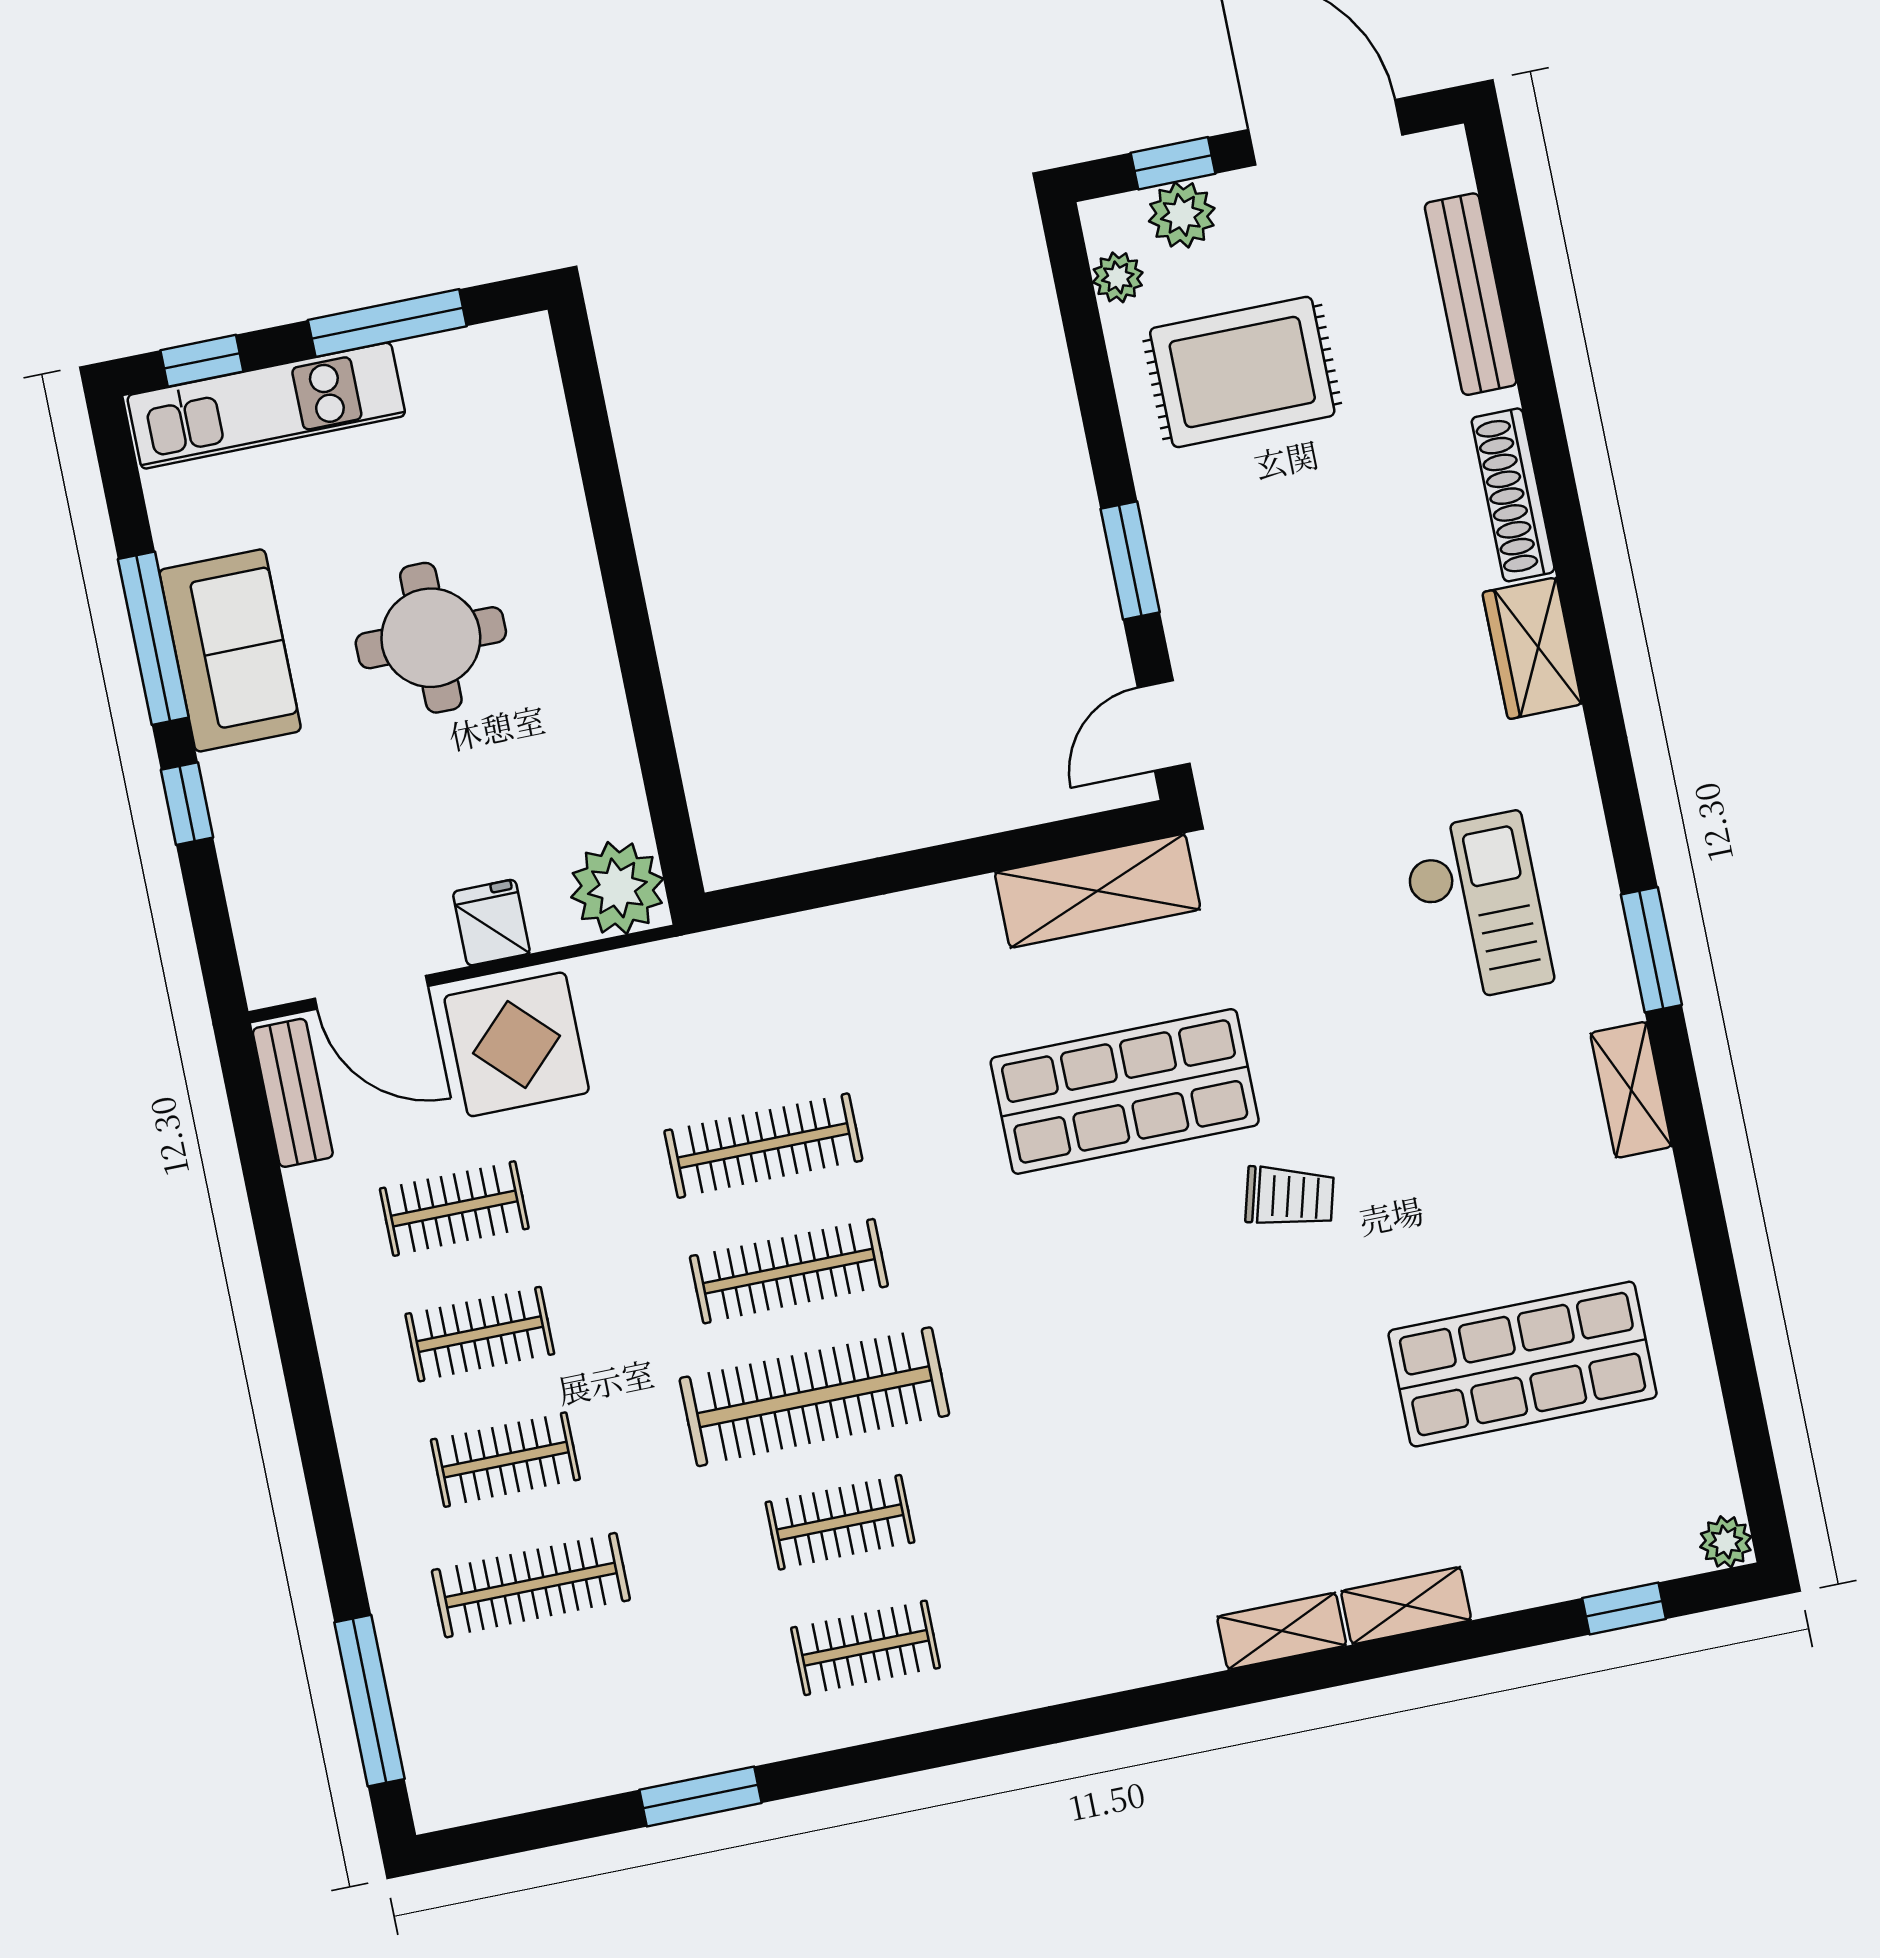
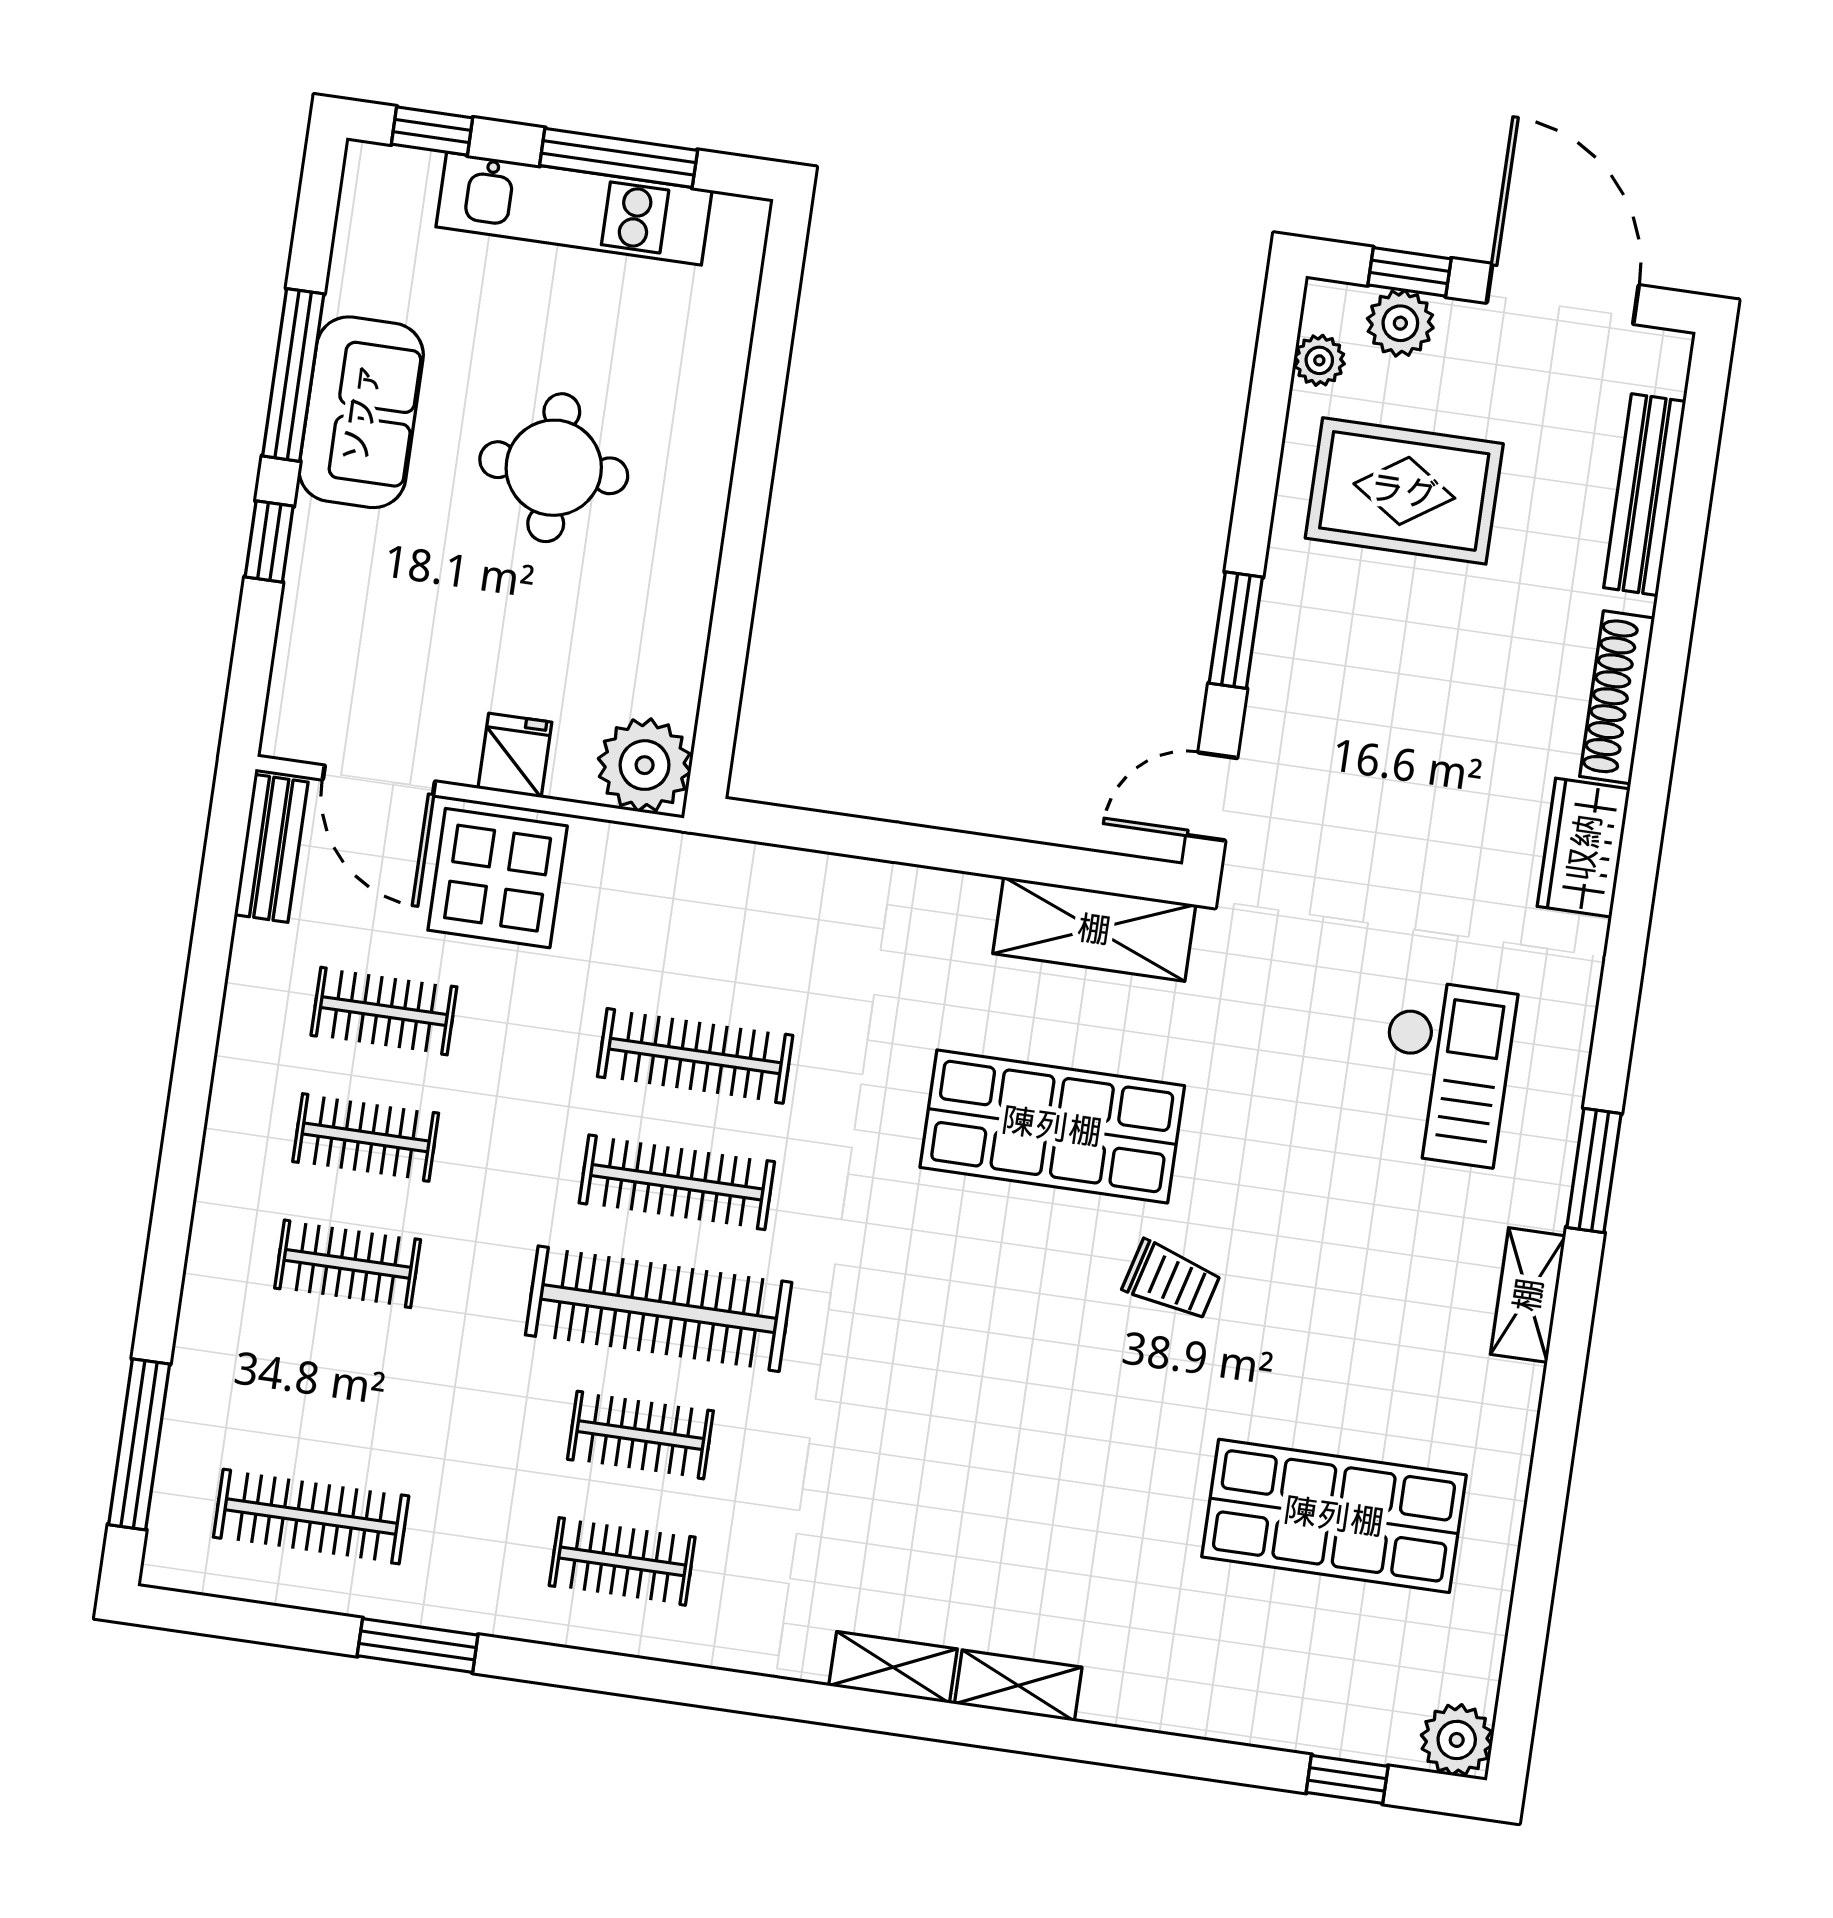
kitchen unit: (266, 406) -> (574, 209), moved
plant: (1726, 1542) -> (1457, 1740), width x1.38, depth x1.38
clothes rail: (531, 1585) -> (311, 1517), moved
shelving: (1406, 1606) -> (893, 1667), moved

